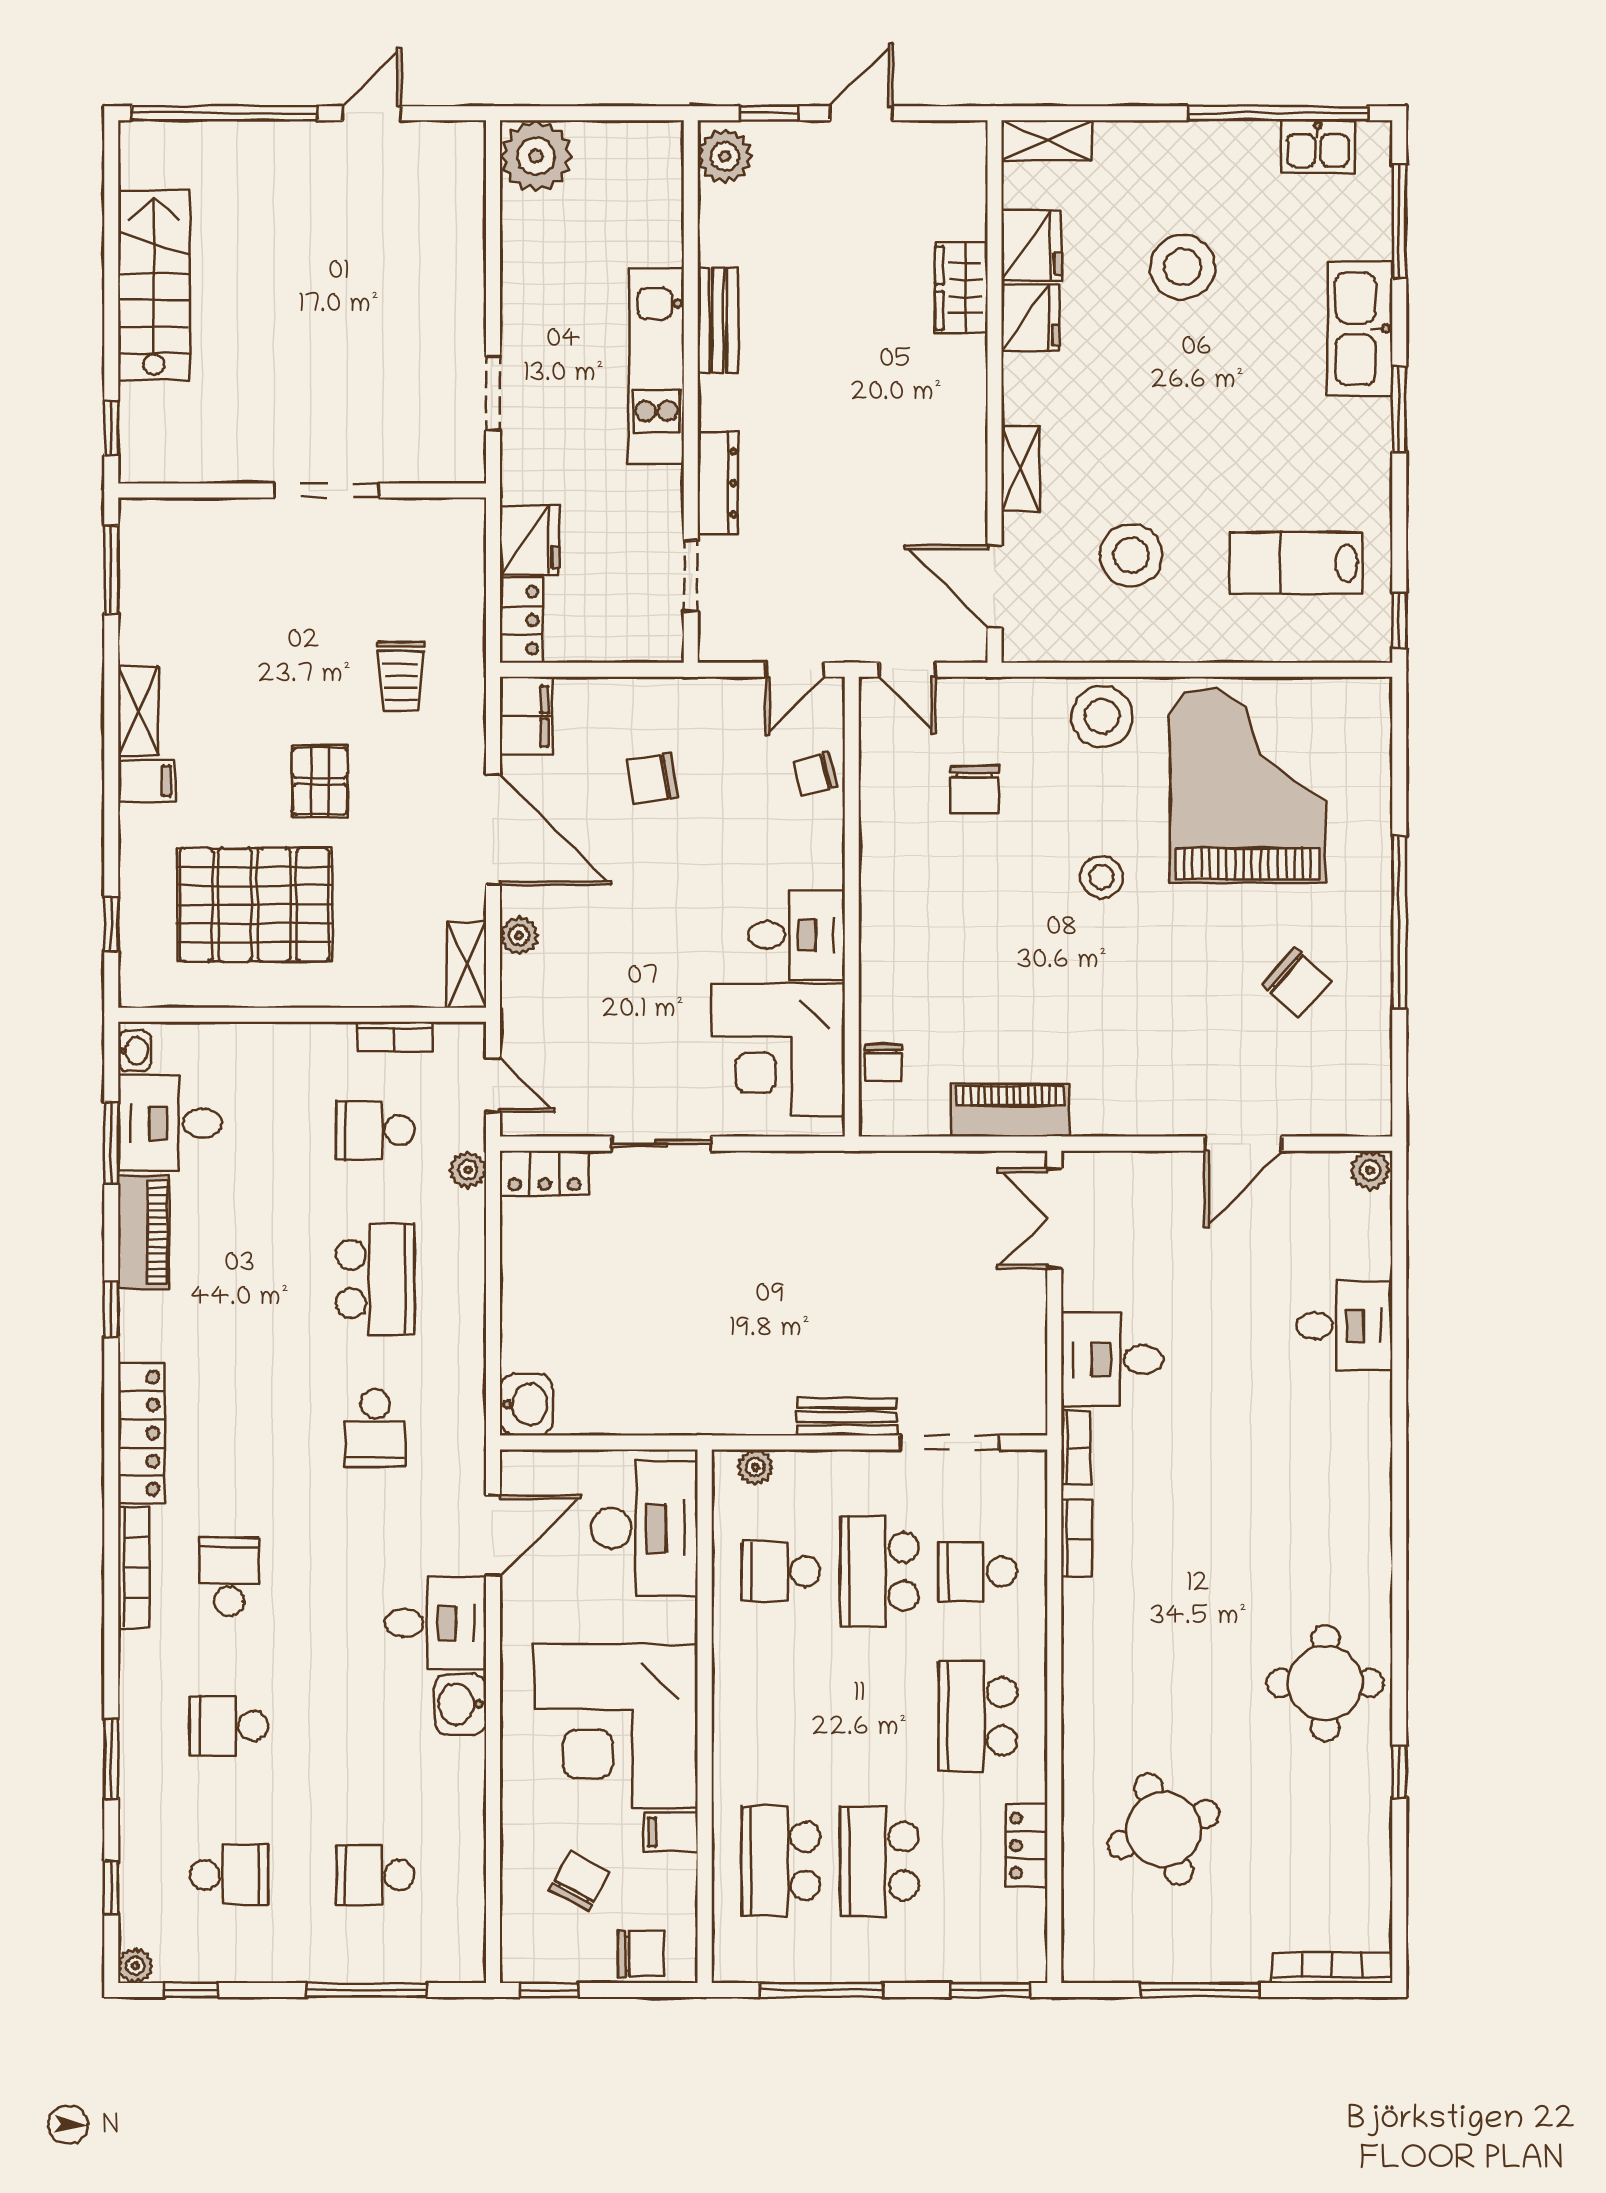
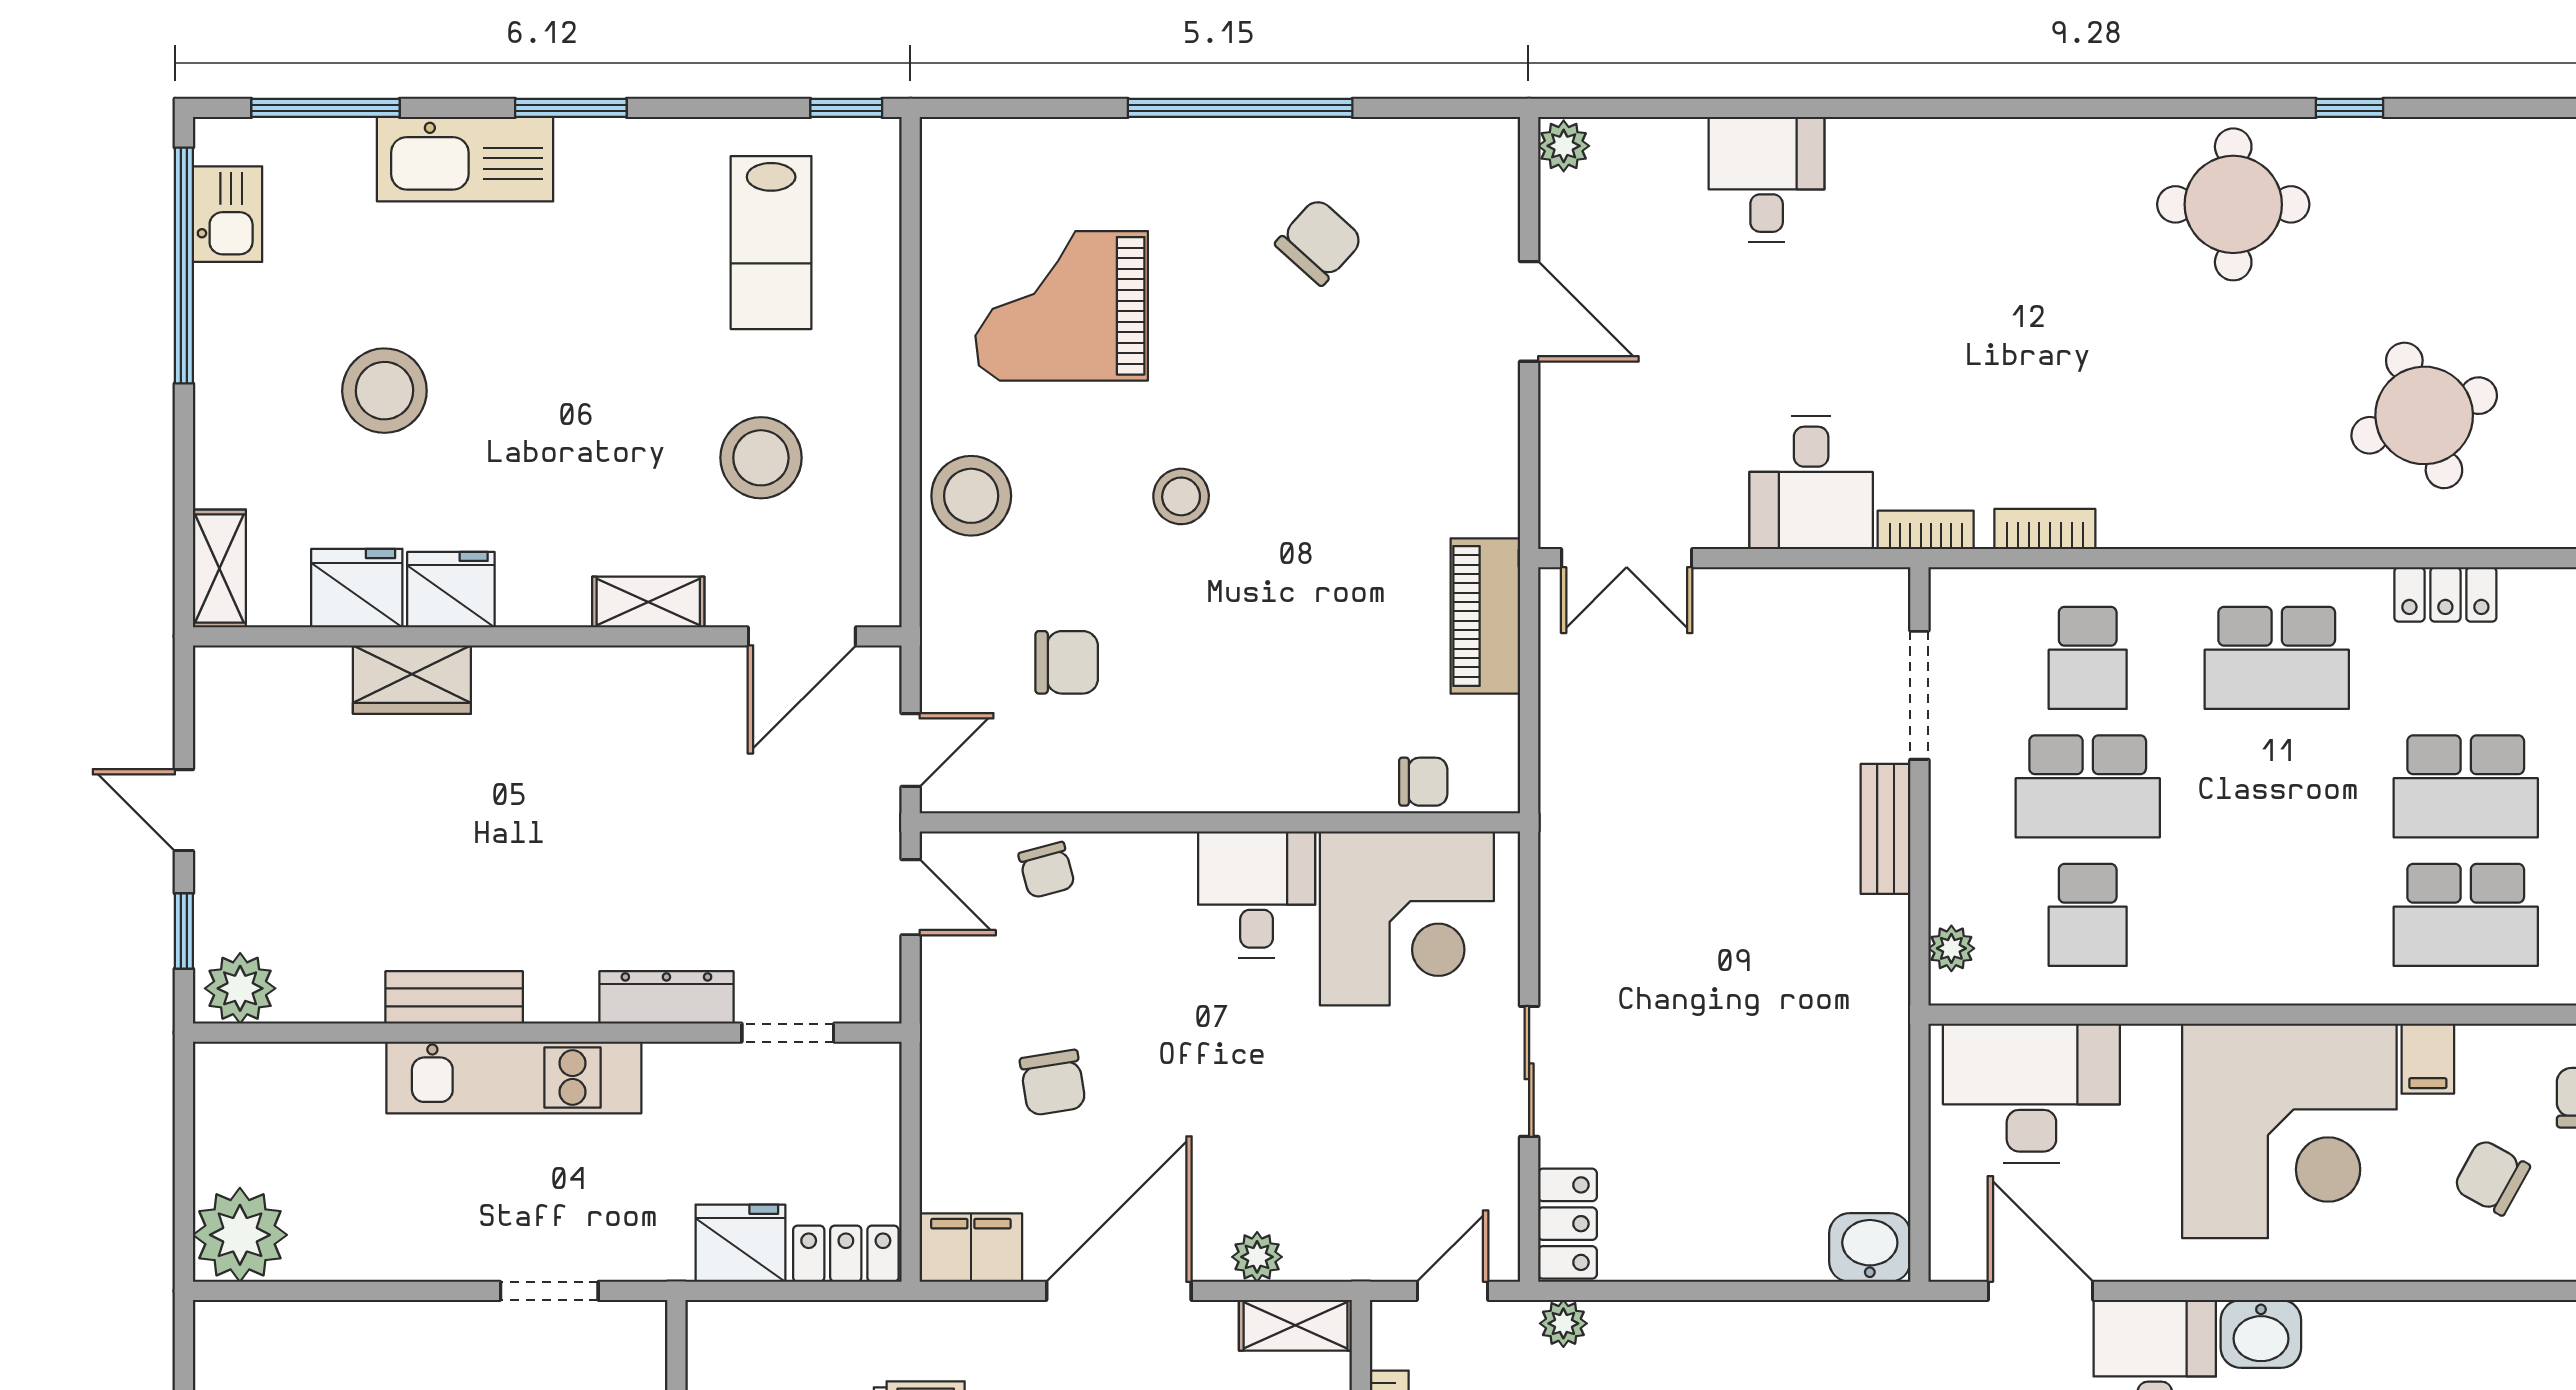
grand piano: (1248, 786) -> (1062, 306), width x0.73, depth x0.68

